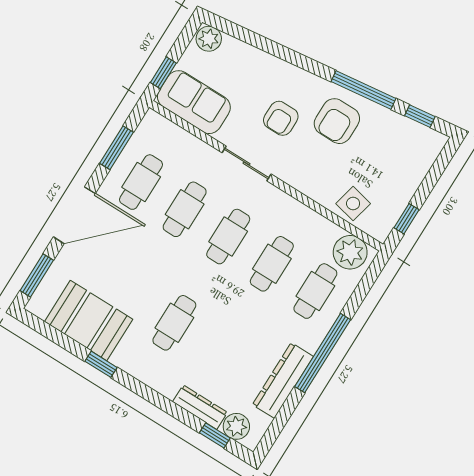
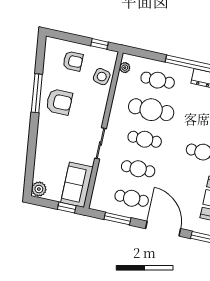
window: (420, 116) -> (40, 57), removed
armchair: (281, 118) -> (73, 61), moved
plant: (350, 252) -> (125, 68), width x0.53, depth x0.53
cafe table: (272, 264) -> (151, 110), width x1.37, depth x1.35

